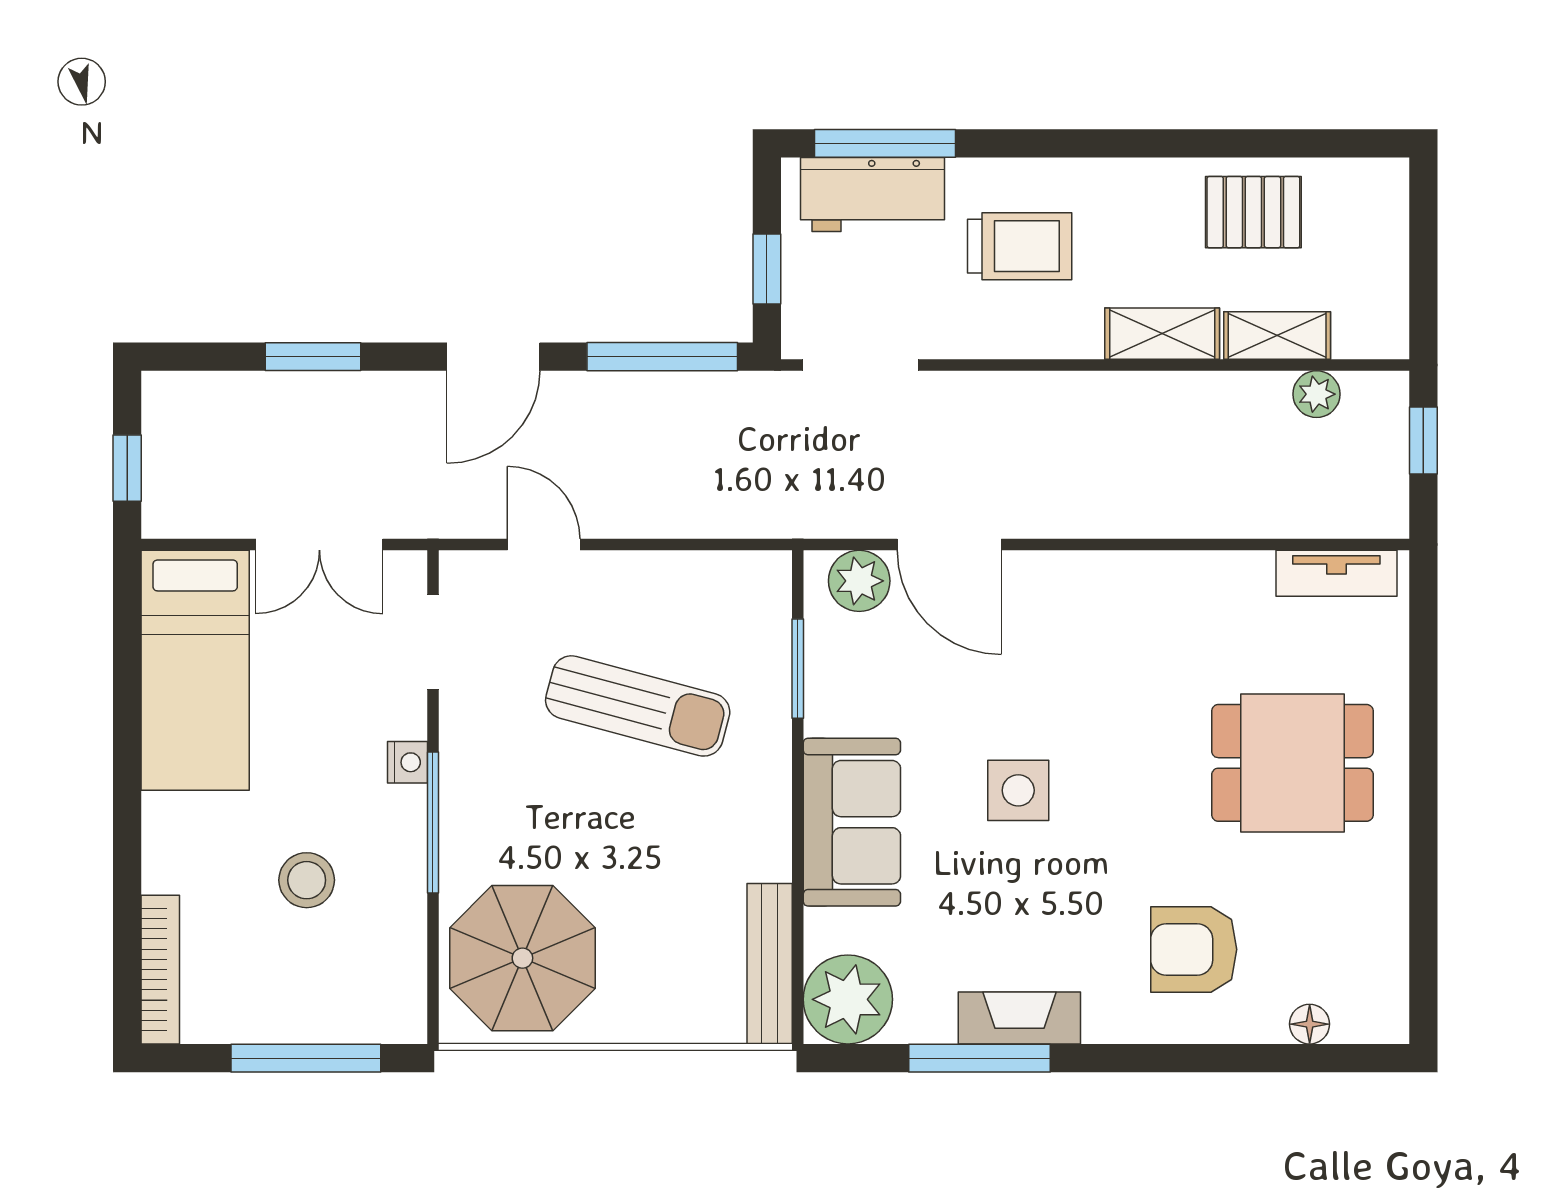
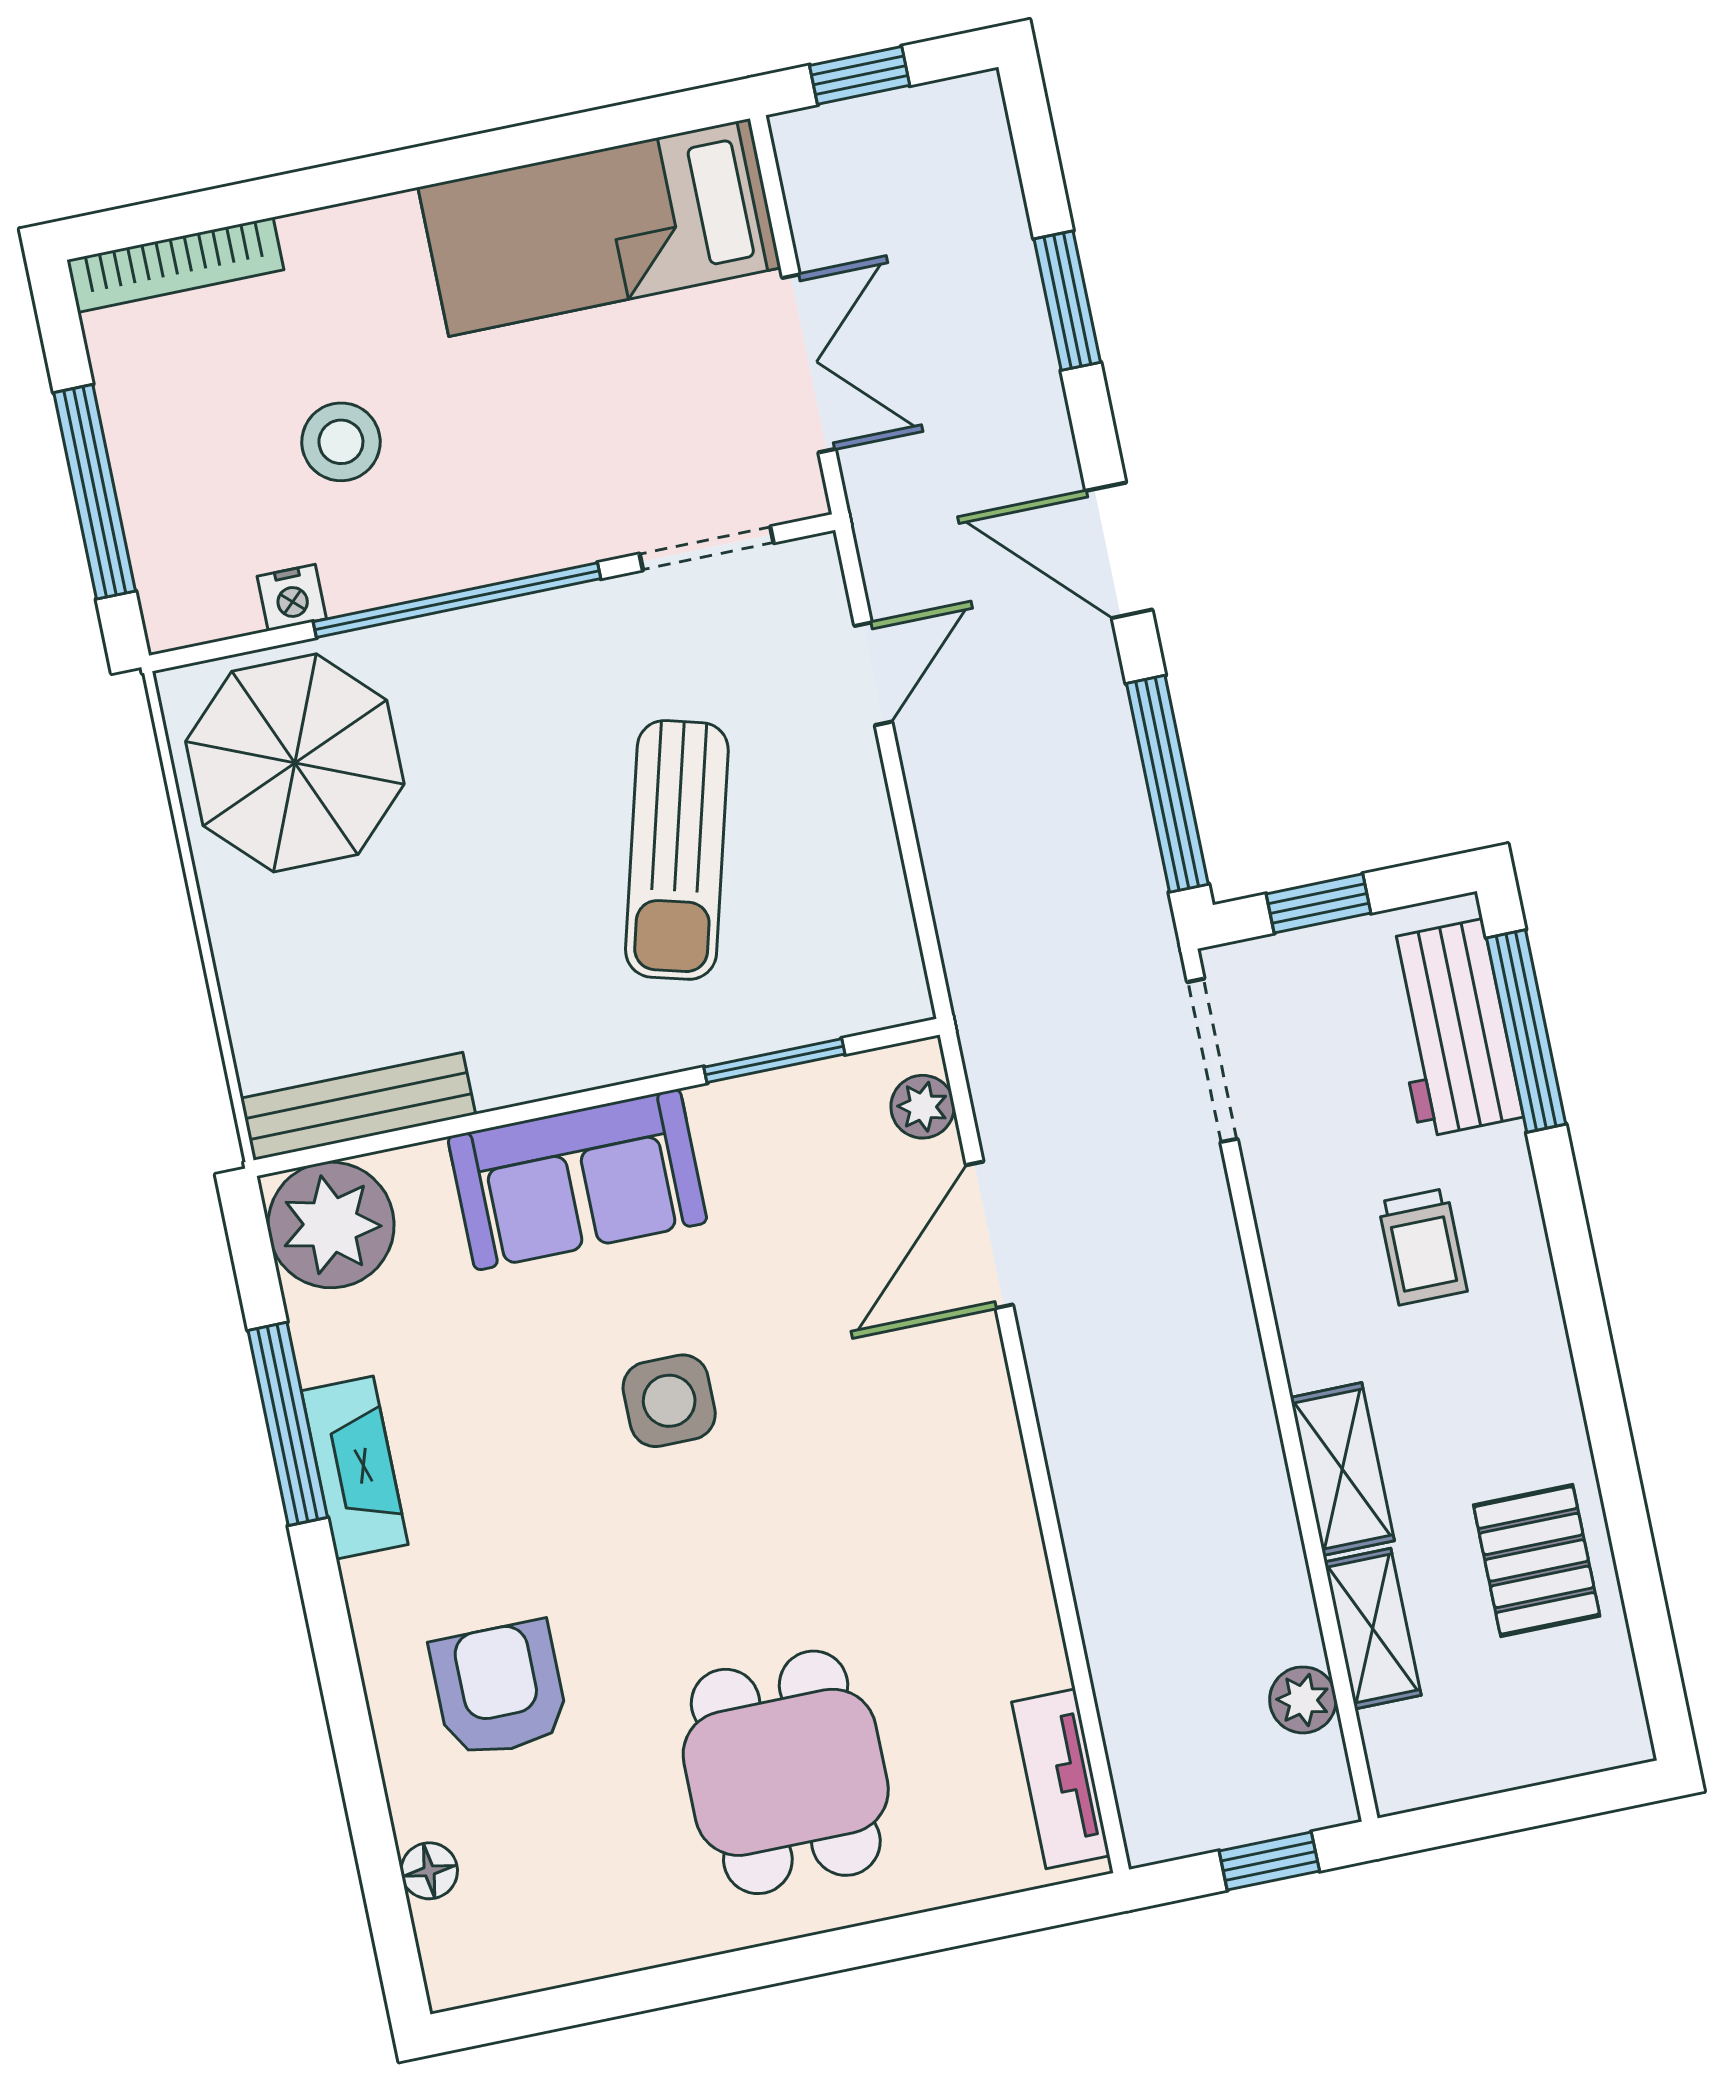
trolley: (1020, 246) -> (1423, 1247), width x0.73, depth x0.72
double door: (319, 545) -> (809, 363), swing flipped
plant: (859, 581) -> (923, 1107), width x0.73, depth x0.73
nightstand: (407, 762) -> (292, 598), moved
window: (433, 822) -> (457, 600), width x1.46

